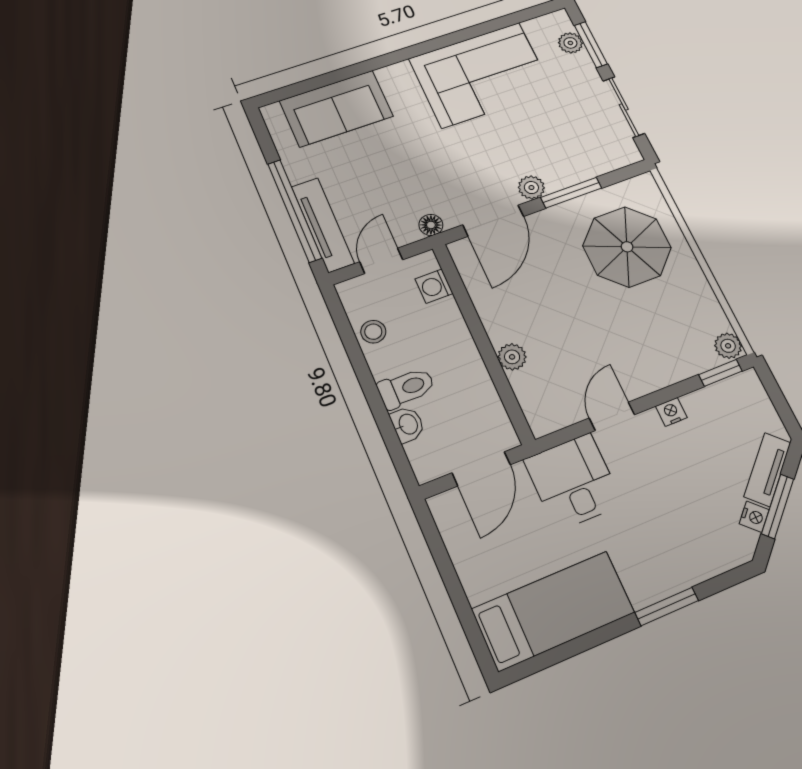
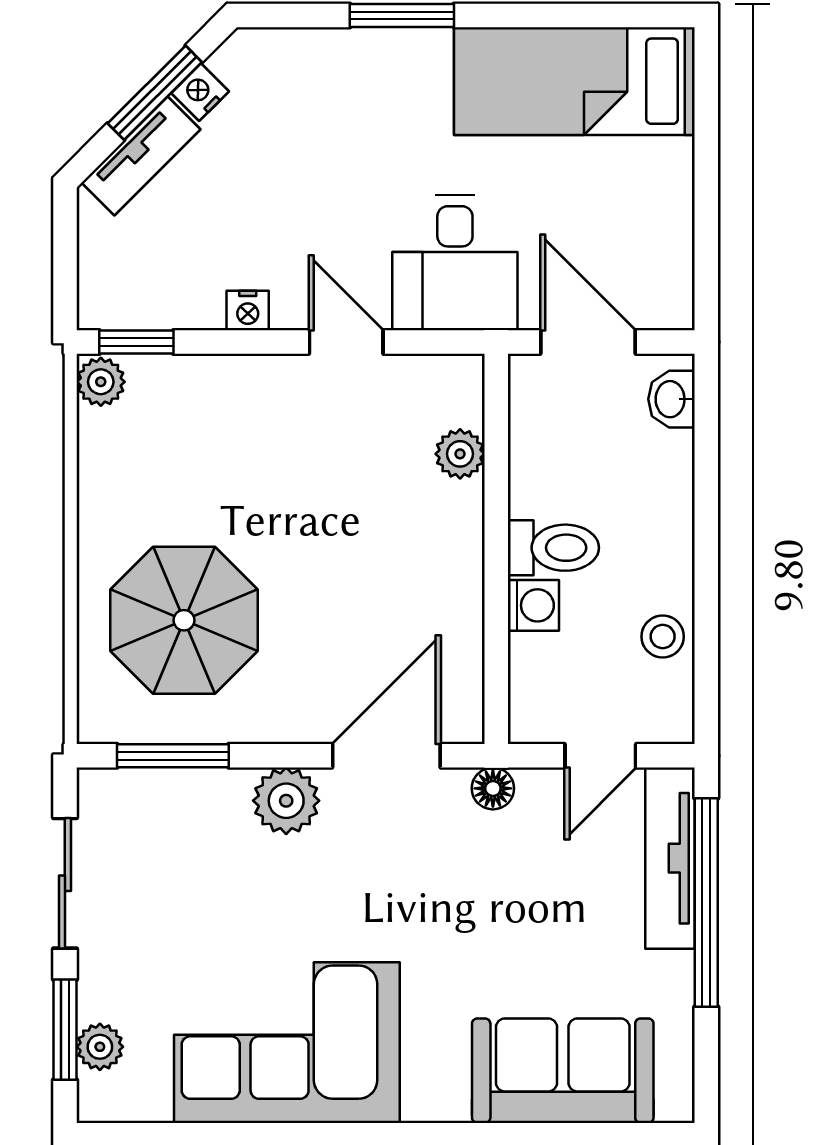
plant: (531, 188) -> (286, 801), width x1.38, depth x1.38
window: (571, 193) -> (173, 756), moved
washing machine: (434, 286) -> (533, 605), moved
plant: (512, 357) -> (460, 454), moved
toilet: (406, 388) -> (553, 548), moved, turned 180
door: (612, 416) -> (346, 342), swing flipped
washbasin: (408, 424) -> (671, 399), moved
door: (481, 469) -> (588, 342), hinge flipped

